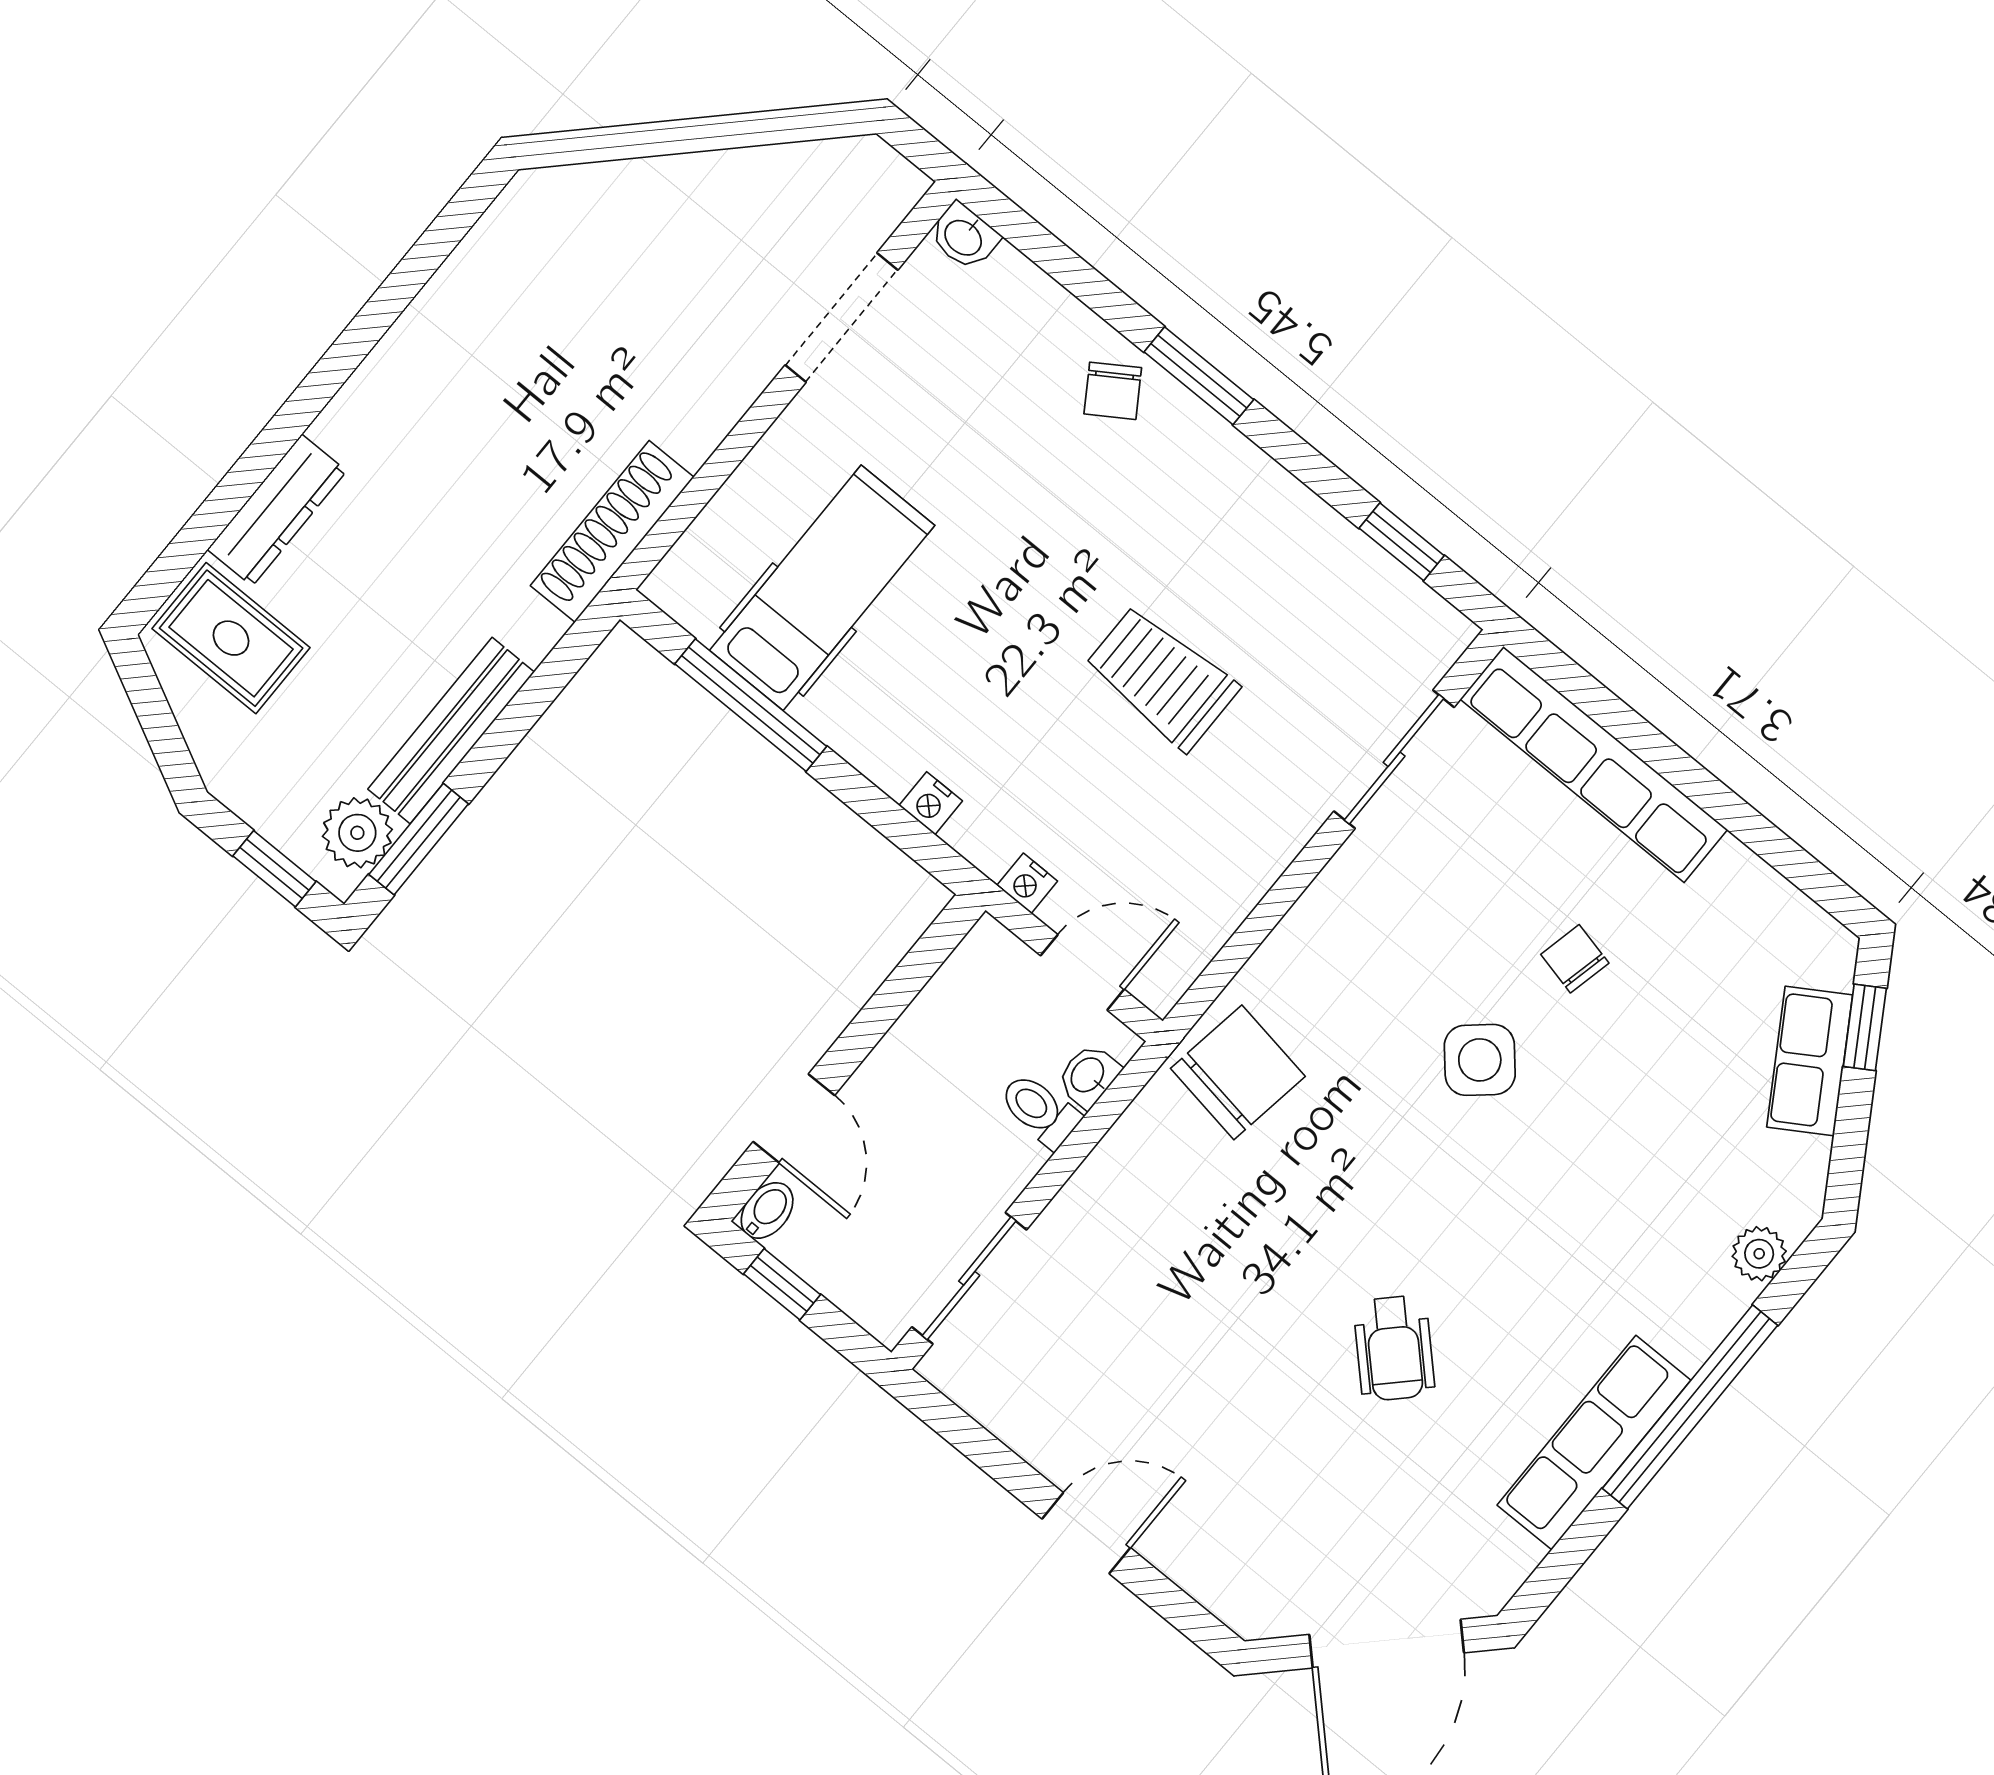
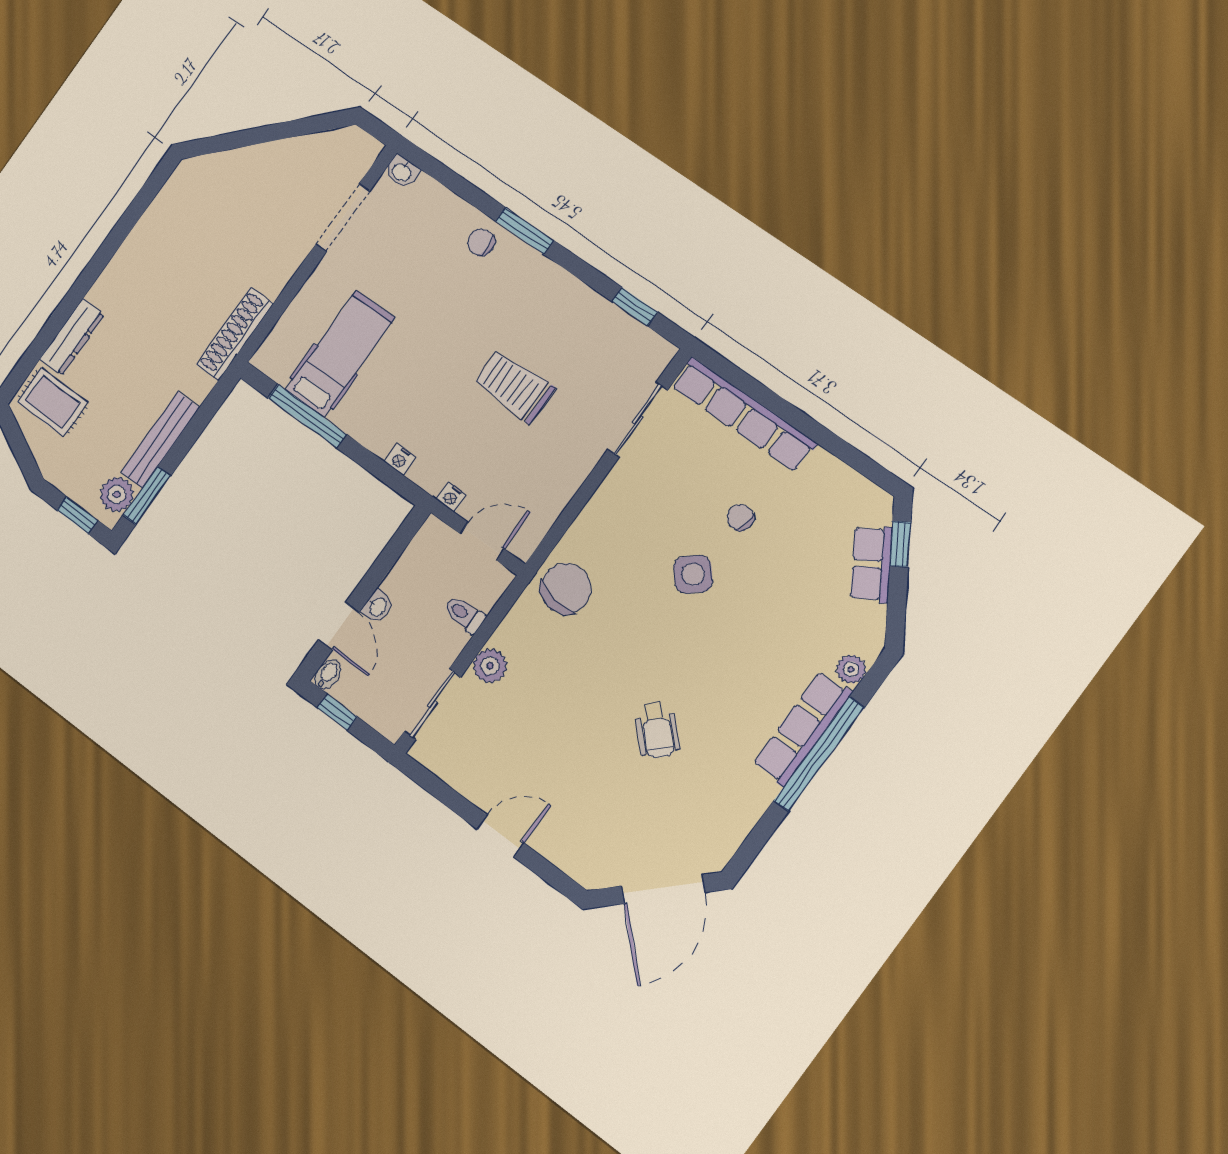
chair: (1113, 391) -> (481, 242), turned 123
washbasin: (1088, 1076) -> (378, 607), moved, turned 180
plant: (1084, 1211) -> (490, 666), added
row of seats: (1594, 1443) -> (802, 729), moved

